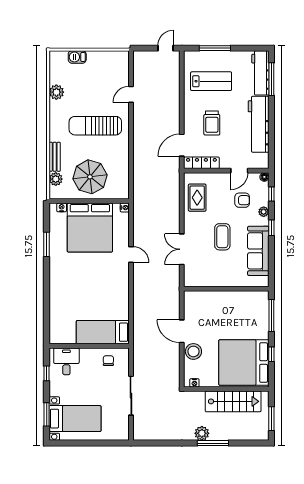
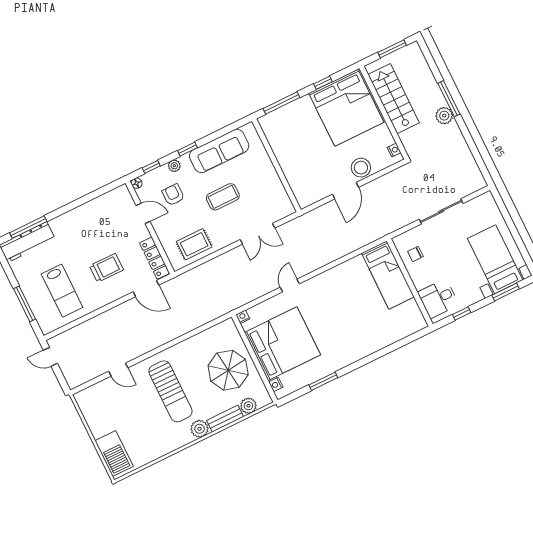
barbecue: (77, 57) -> (114, 454), width x1.88, depth x1.53
lab bench: (211, 81) -> (62, 291), turned 180
plant: (56, 92) -> (199, 429), moved
workbench: (259, 124) -> (83, 217), removed

